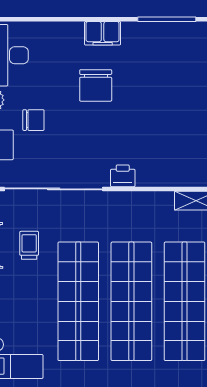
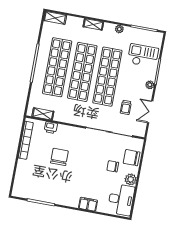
filing cabinet: (103, 33) -> (88, 204), moved
chair: (96, 85) -> (59, 157), moved
printer: (123, 176) -> (51, 128), moved

